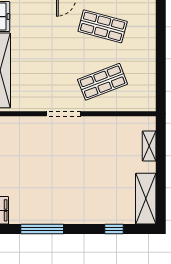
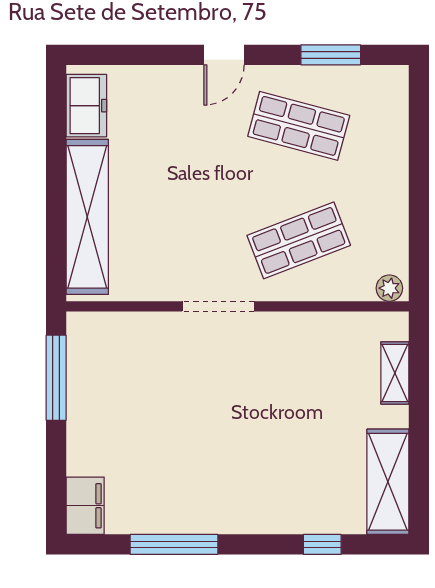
plant: (146, 105) -> (389, 288), added

